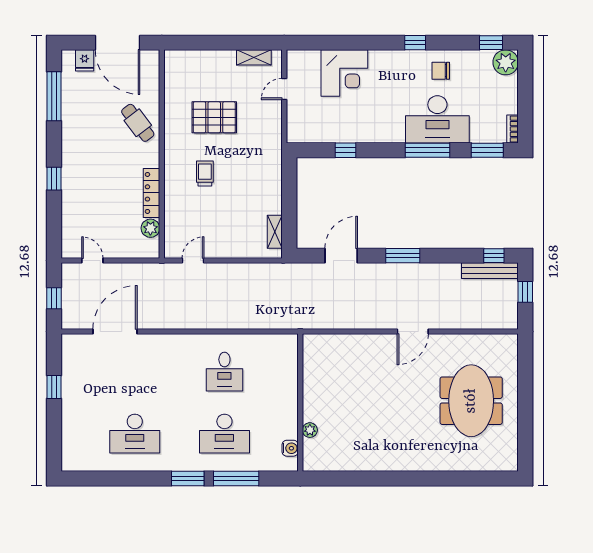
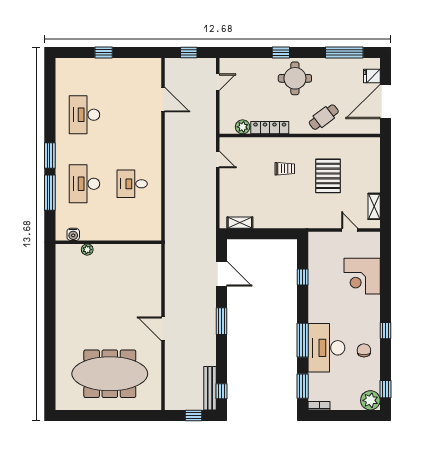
round table: (87, 160) -> (295, 78), added
door: (115, 332) -> (163, 100), width x0.73
window: (54, 387) -> (104, 52), moved
meeting table: (471, 401) -> (110, 374), width x1.36

